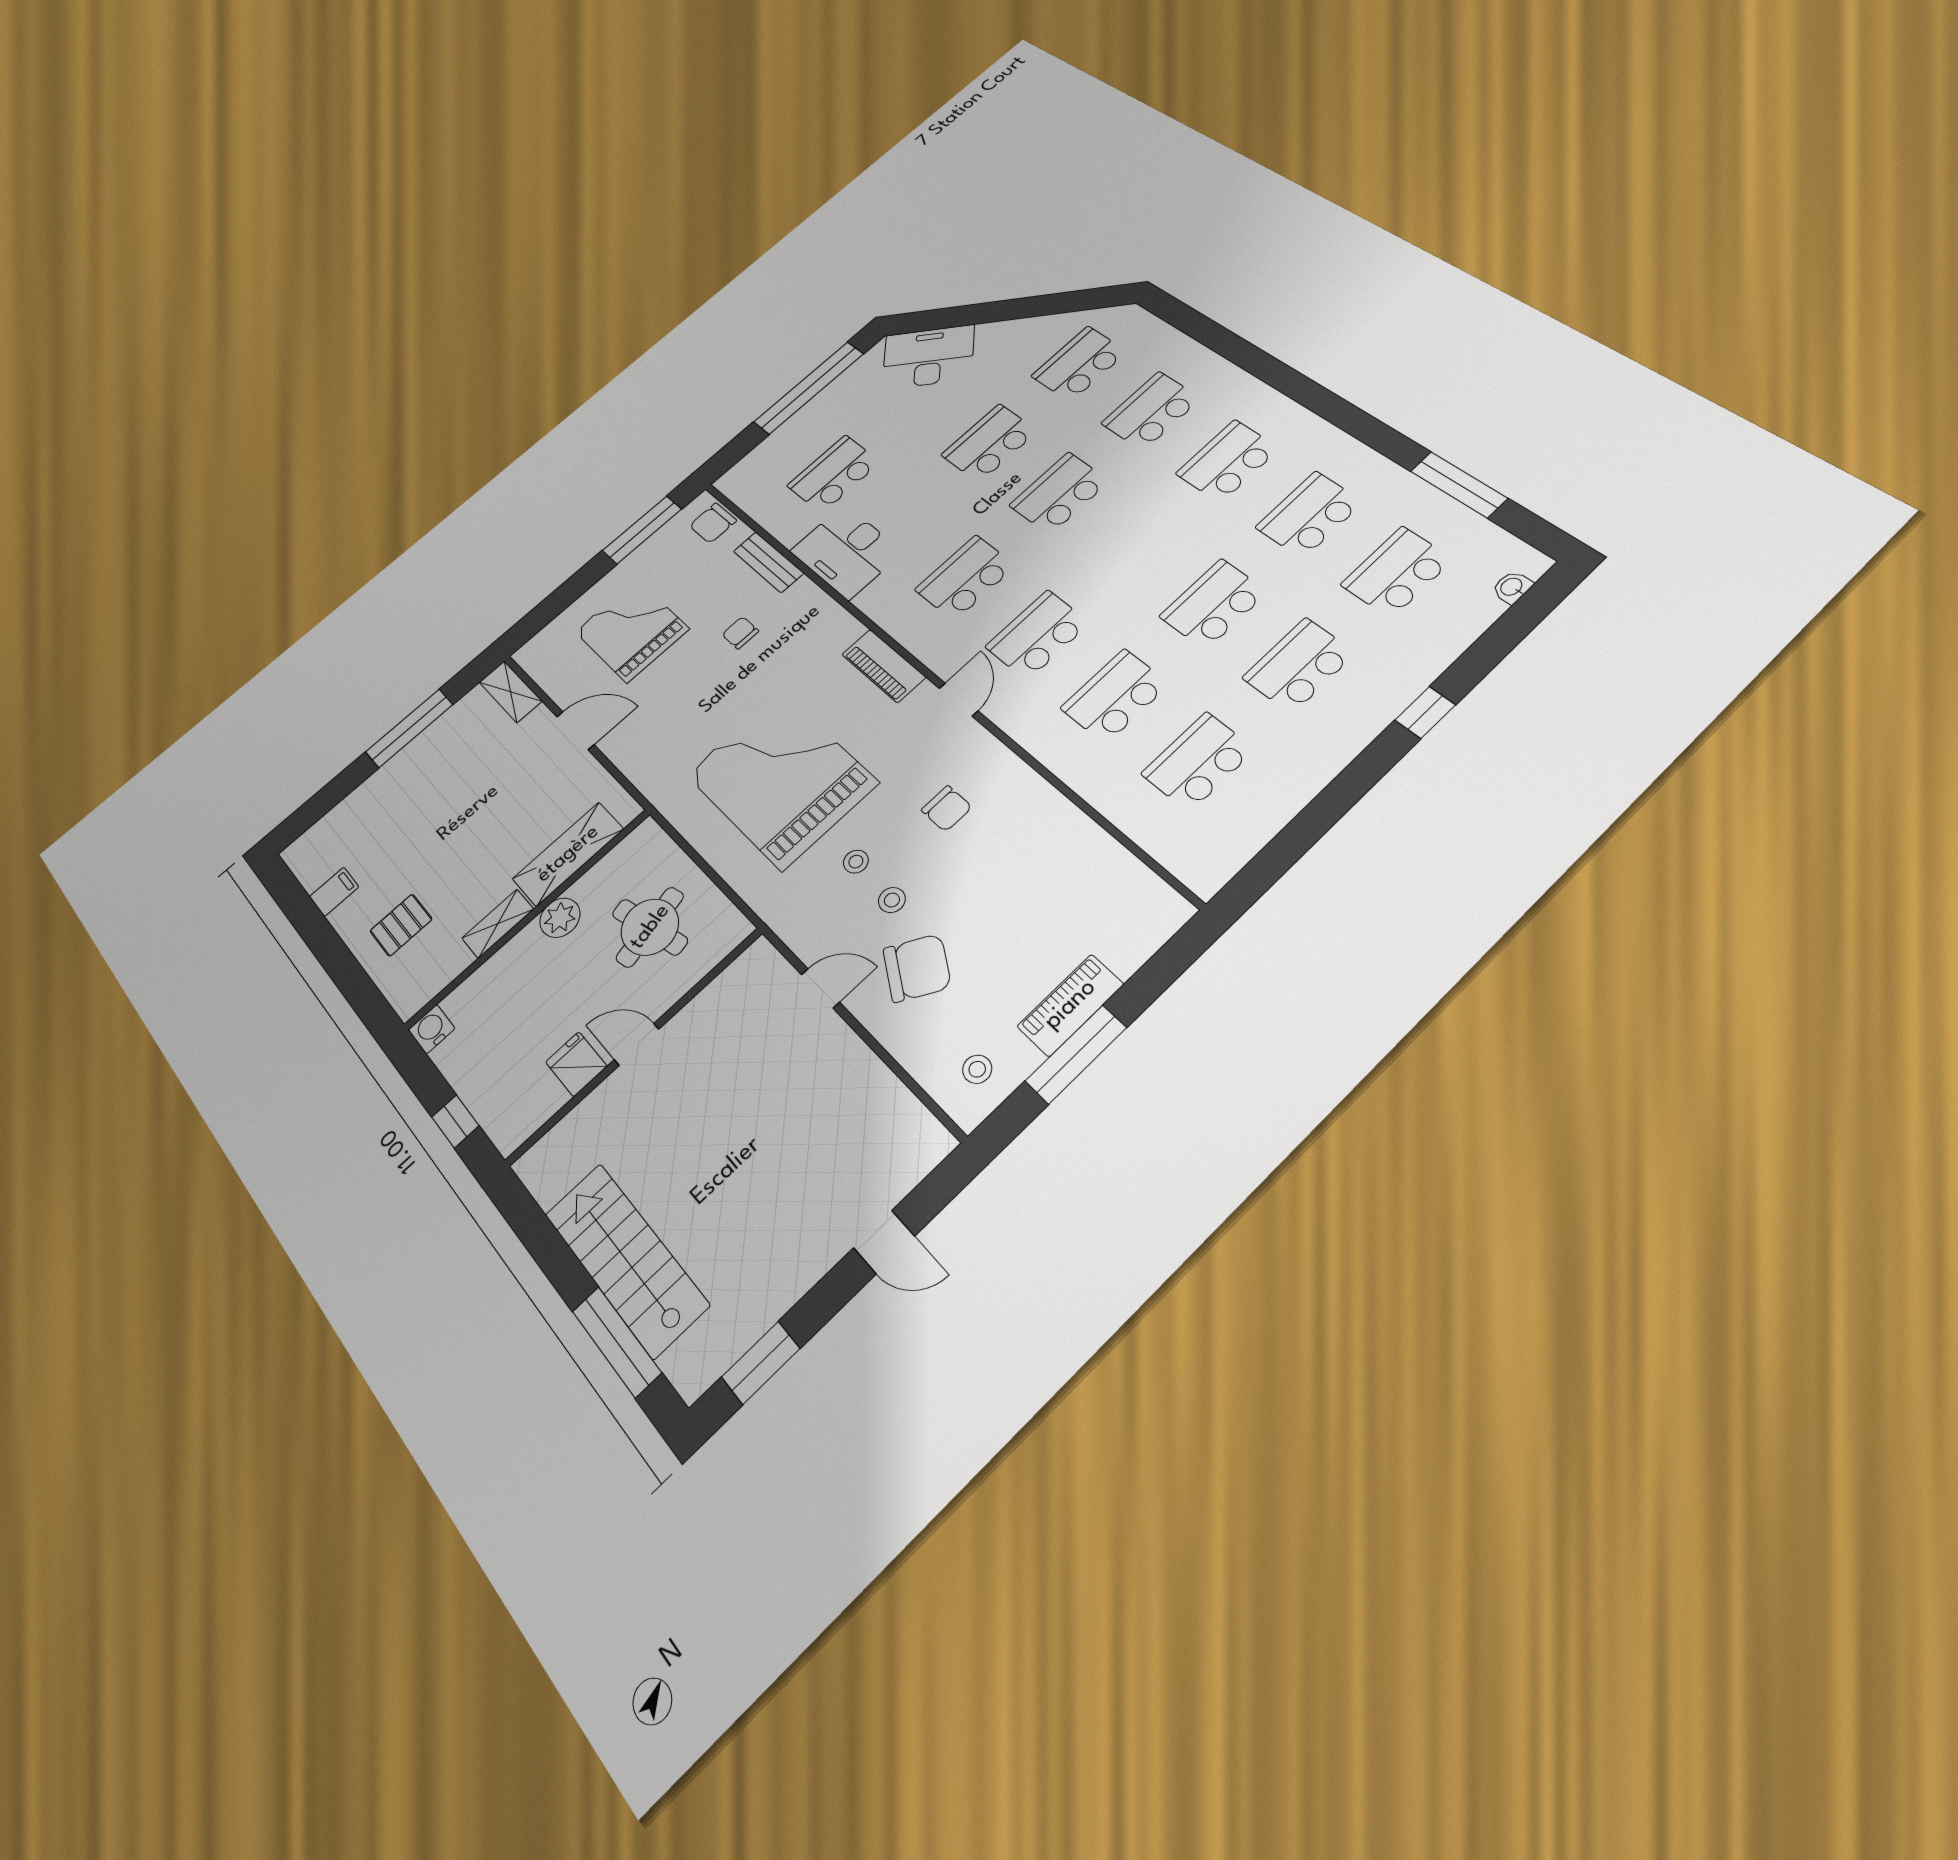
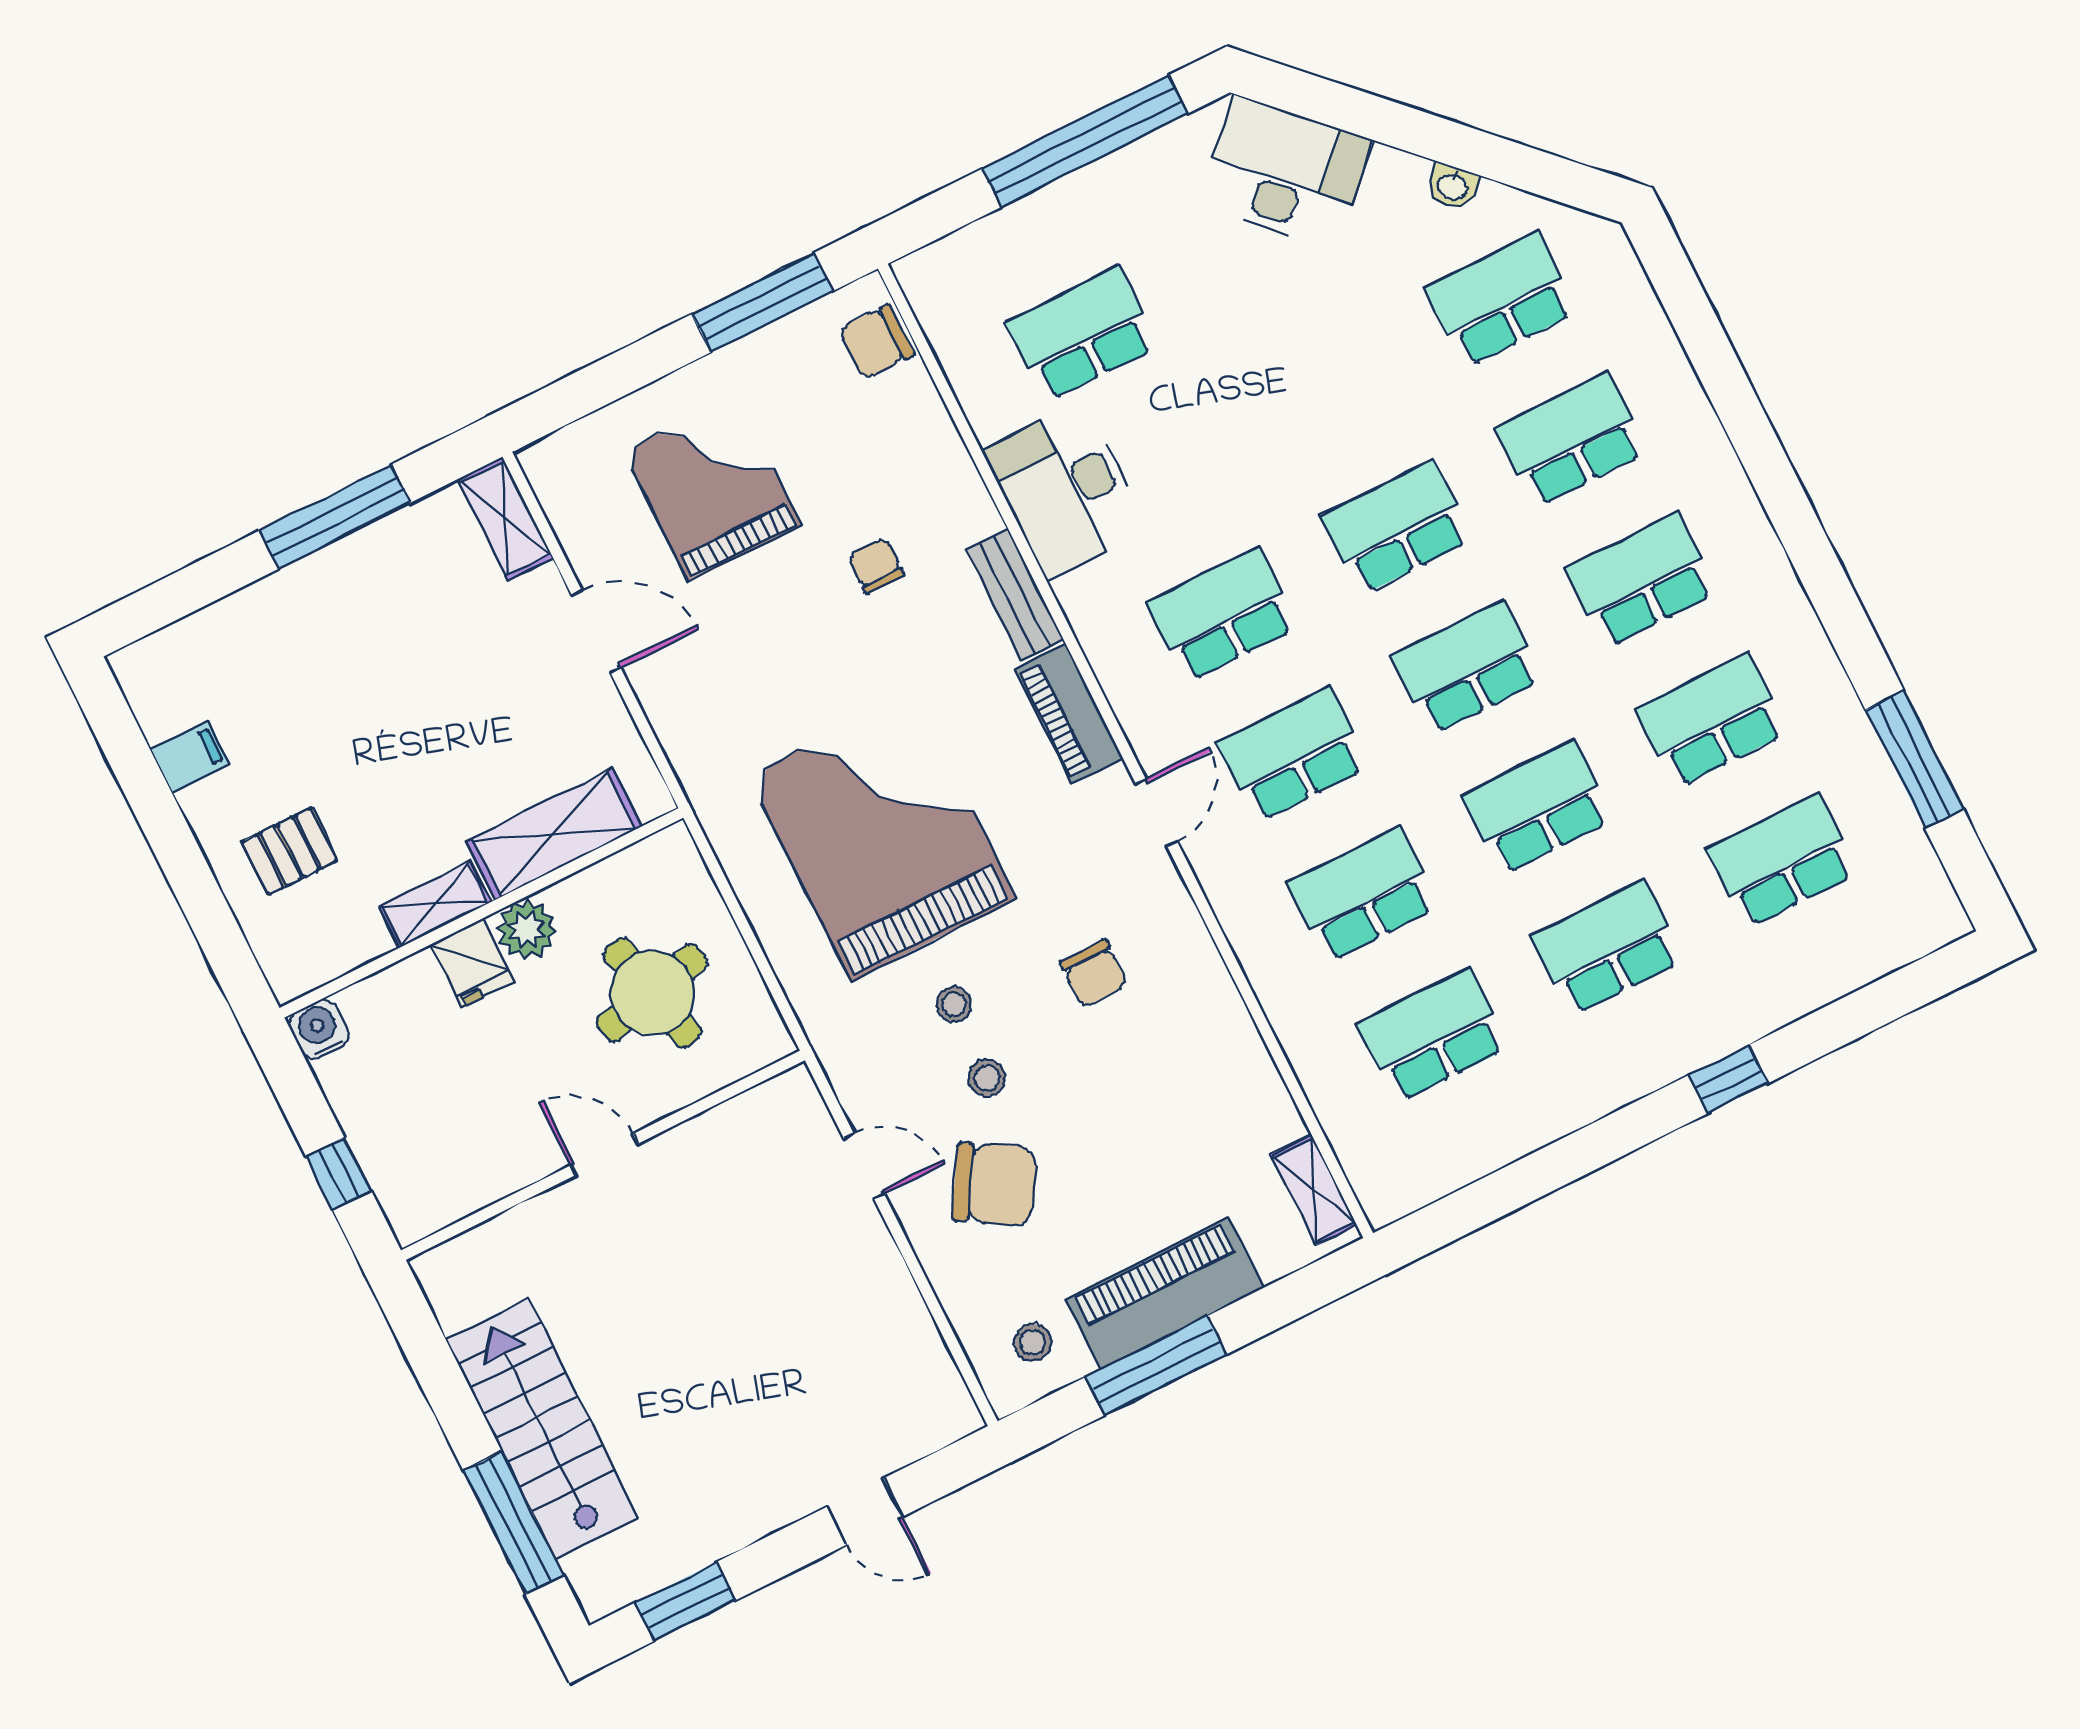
school desk: (989, 443) -> (1467, 667), moved
bench: (768, 562) -> (1015, 595), moved
washbasin: (1512, 587) -> (1452, 186), moved, turned -135
shelving: (1151, 891) -> (1314, 1190), added
piano: (1070, 1005) -> (1164, 1294), width x1.37, depth x1.33
fridge: (576, 1064) -> (472, 963), moved, turned 180

